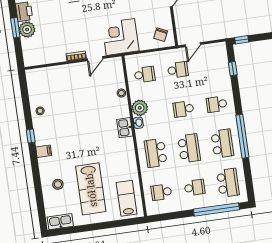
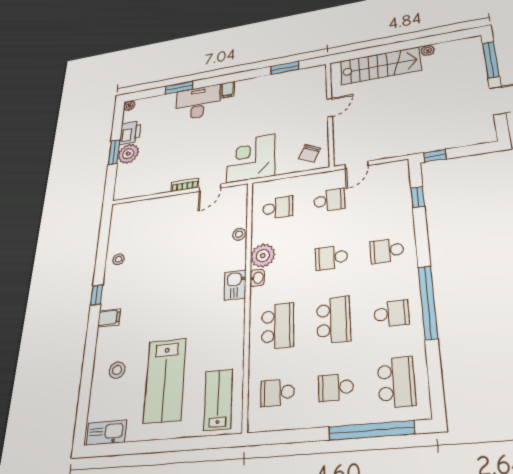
school desk: (222, 144) -> (391, 314), width x0.54
school desk: (156, 153) -> (278, 326), turned 180
school desk: (195, 187) -> (336, 387), turned 180

